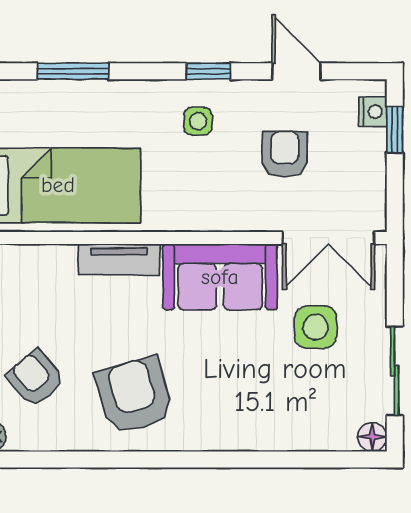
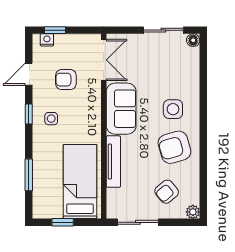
tv unit: (119, 259) -> (113, 162), width x1.41
side table: (316, 327) -> (173, 109), moved

